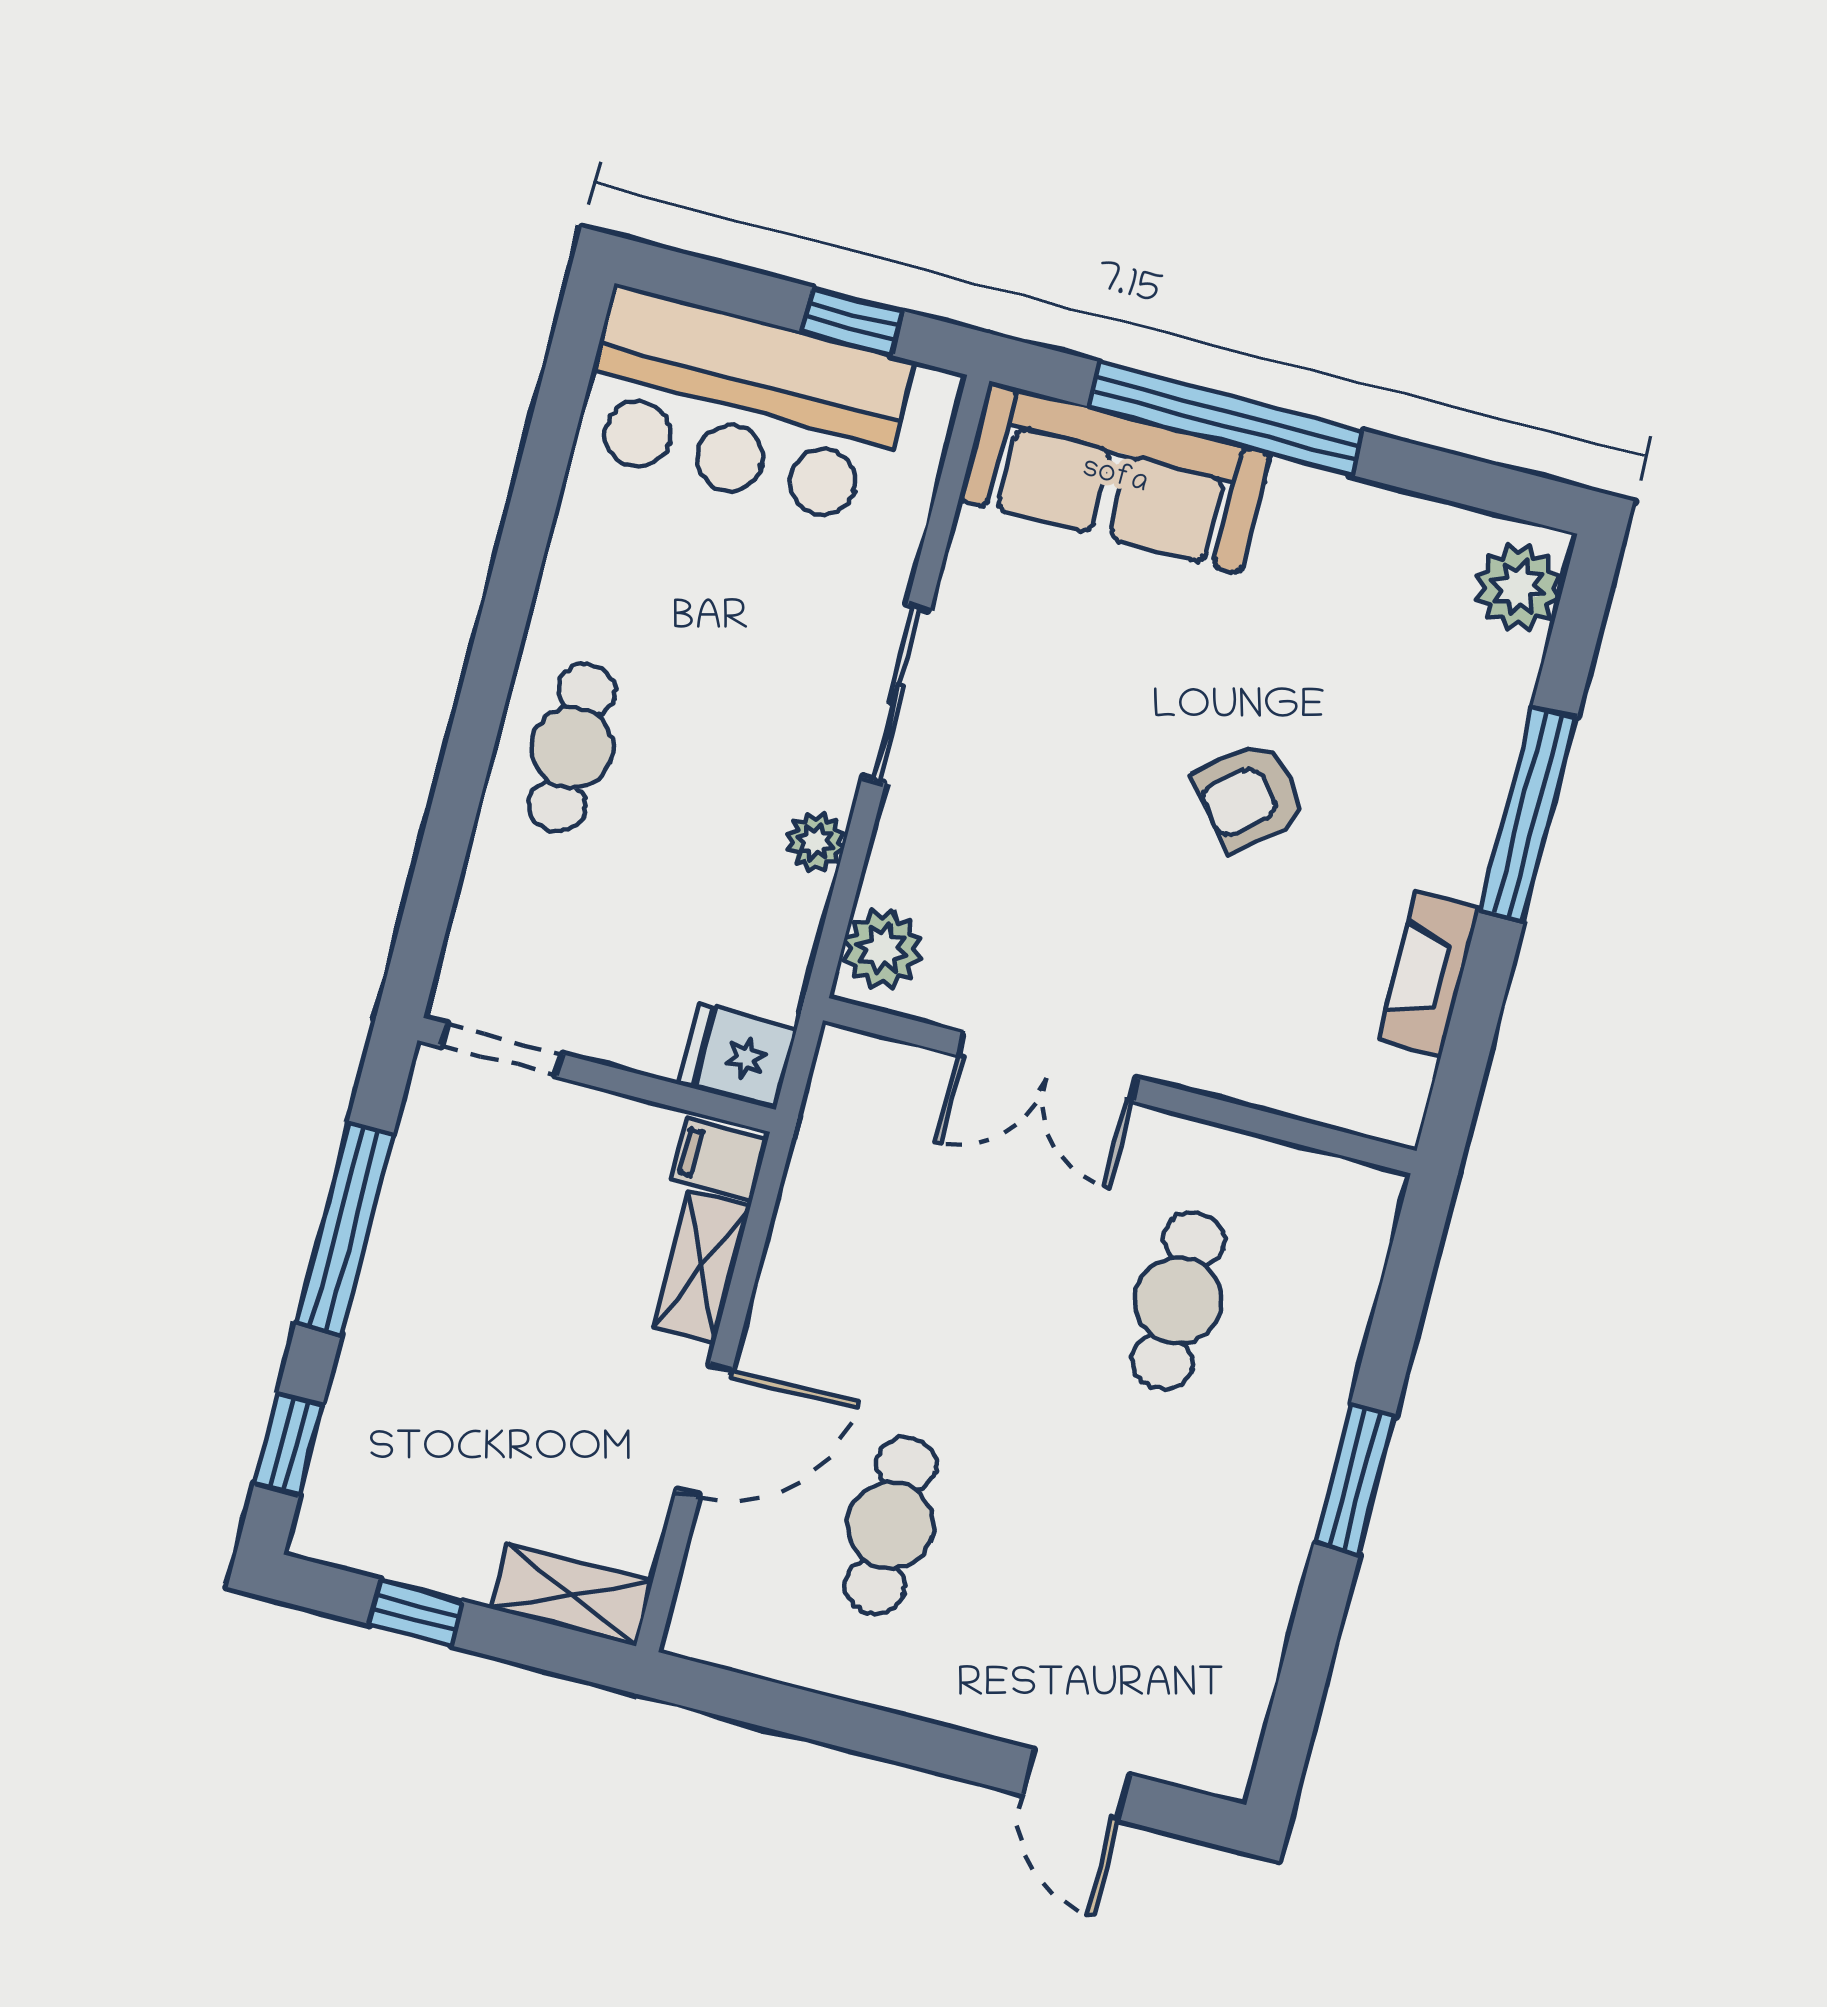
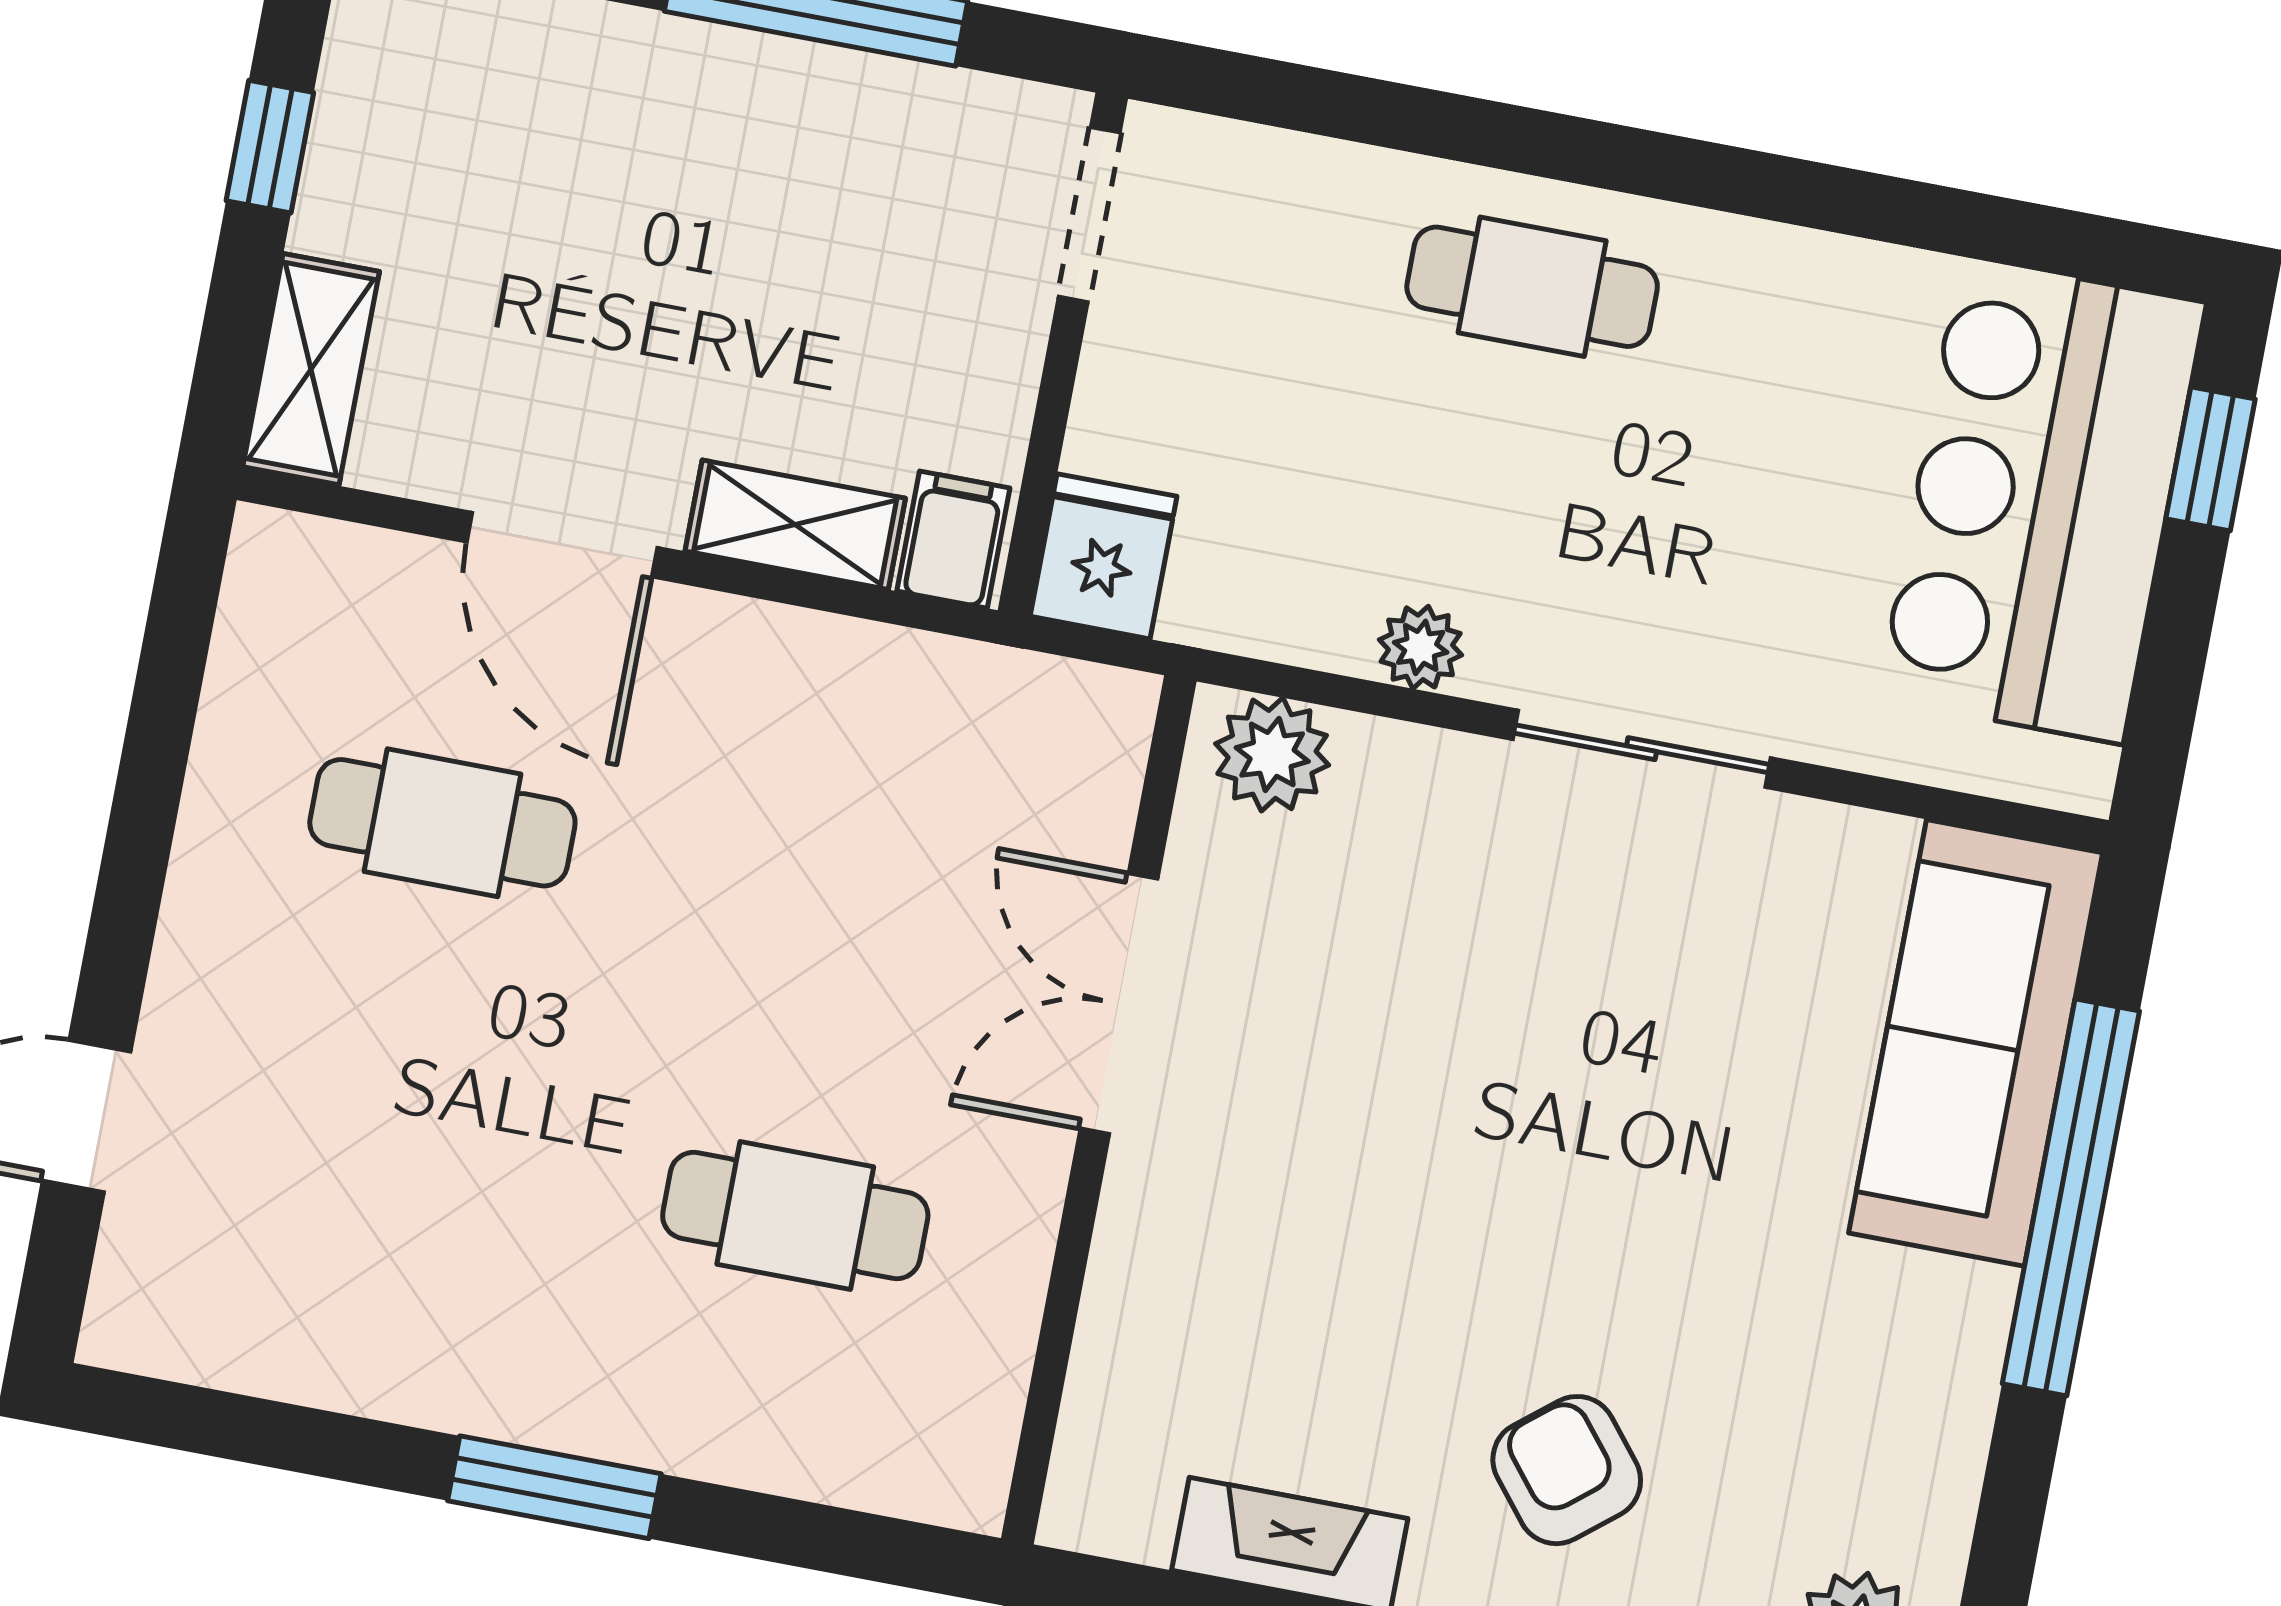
window: (852, 321) -> (2210, 459), moved
armchair: (1250, 797) -> (1567, 1470), moved

